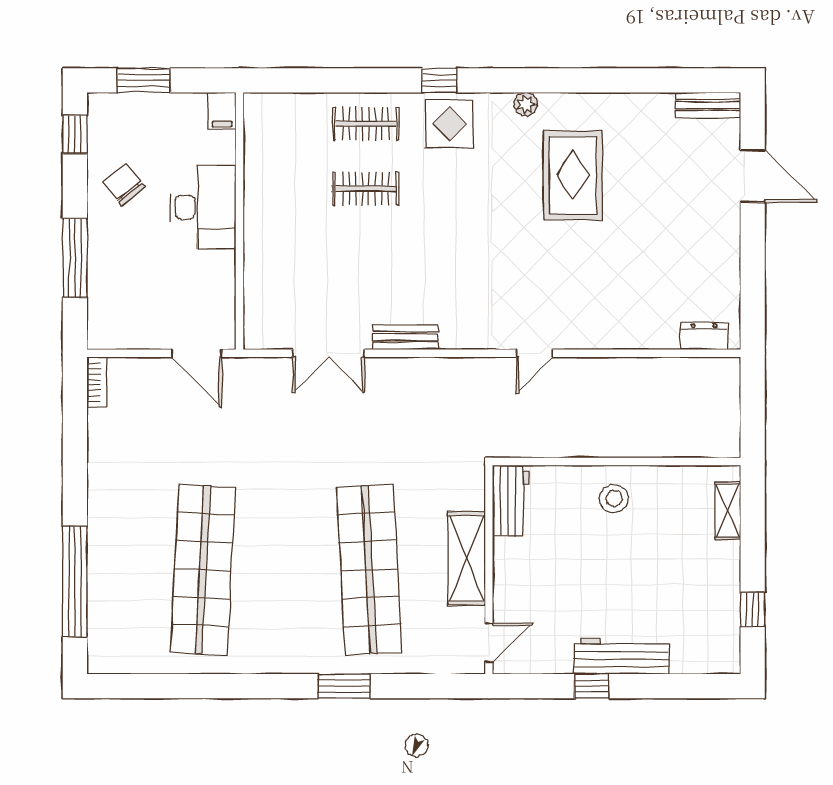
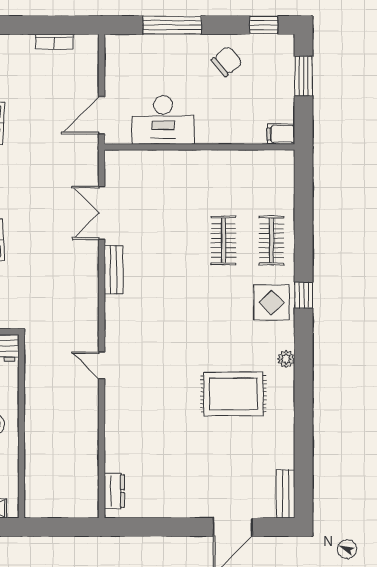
desk: (203, 207) -> (163, 120), moved
bookcase: (97, 382) -> (54, 42), moved

